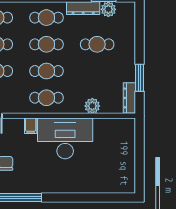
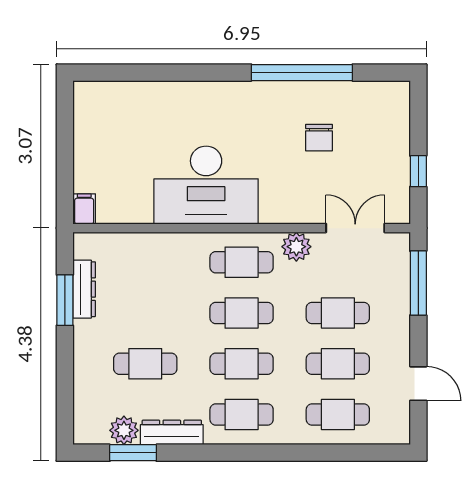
dresser: (129, 98) -> (84, 289), moved
plant: (92, 106) -> (296, 247), moved
filing cabinet: (31, 126) -> (84, 209), moved

